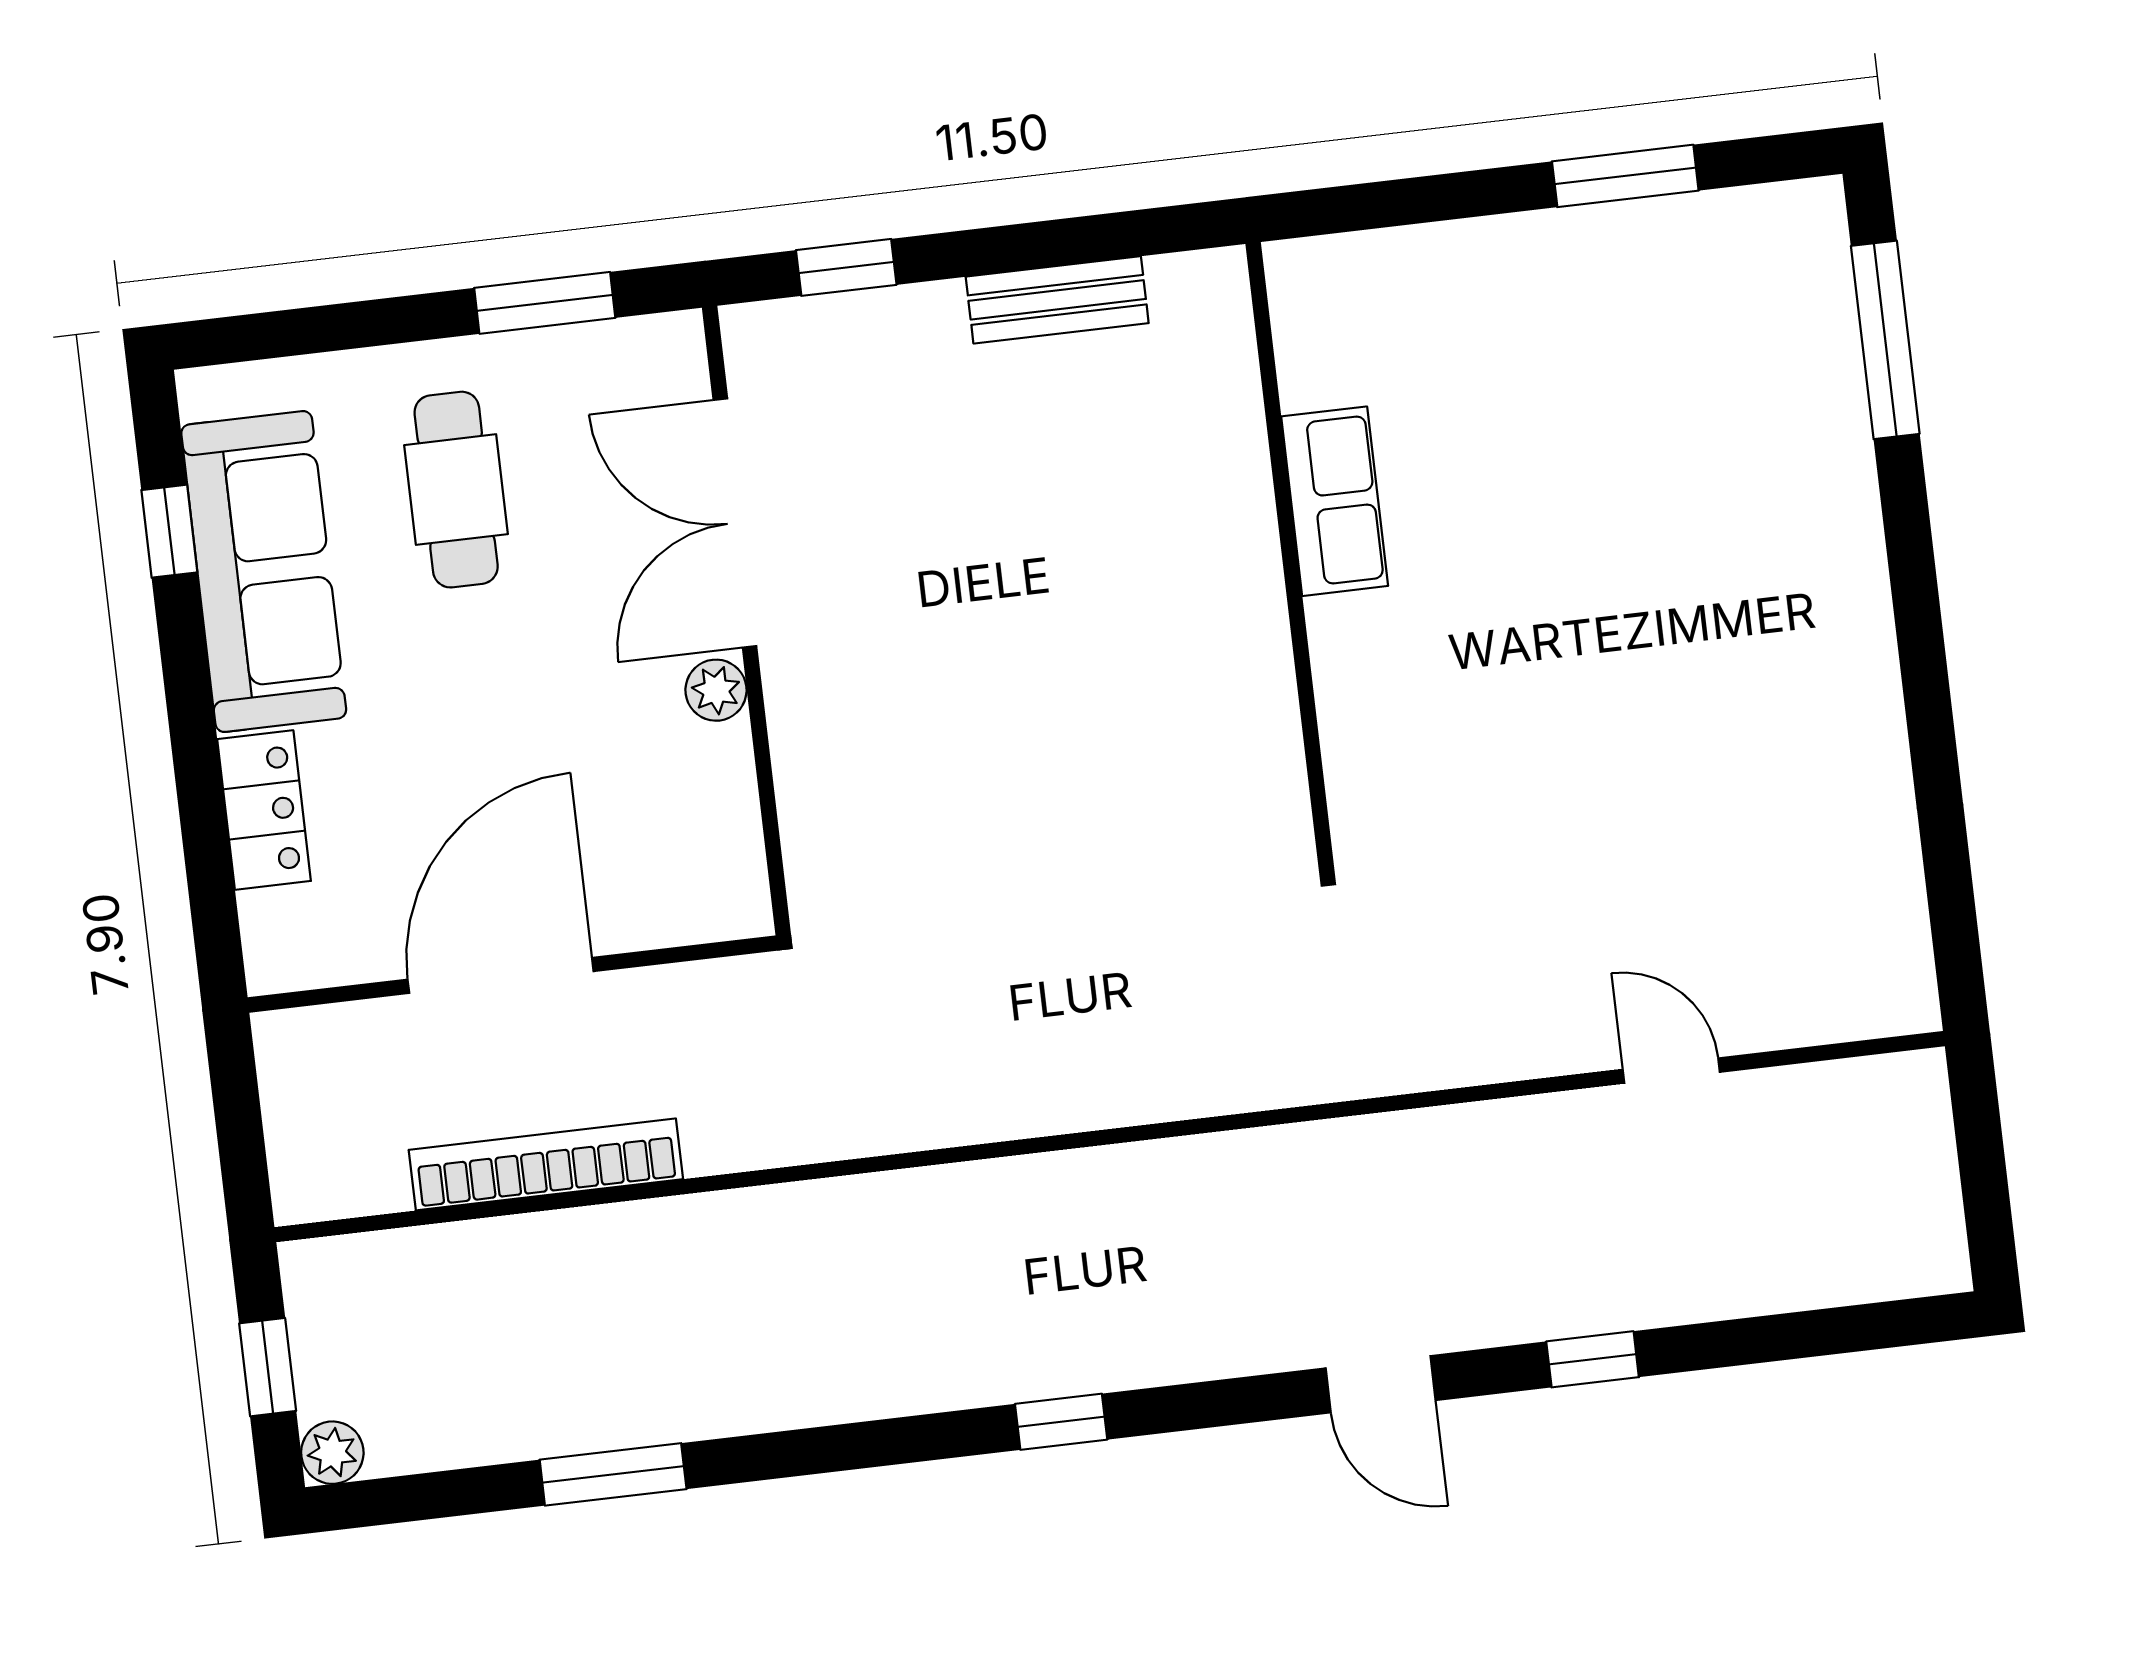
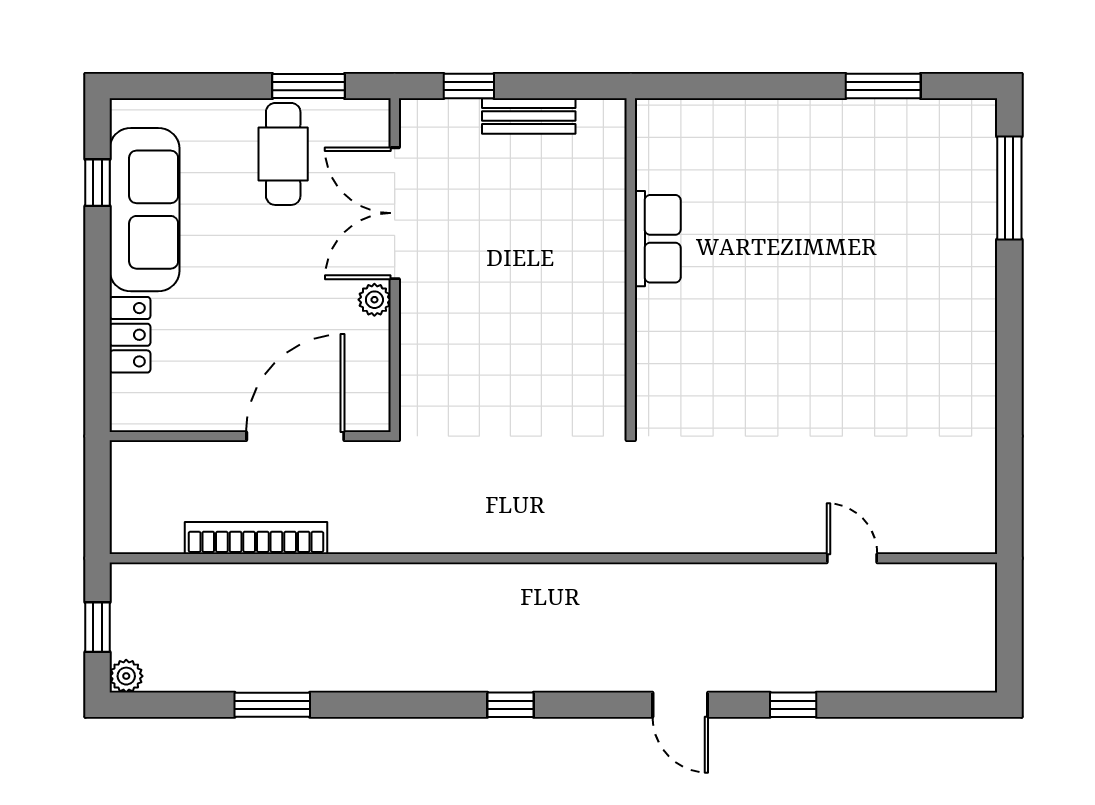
bench: (1057, 300) -> (529, 116), moved
cafe table: (456, 490) -> (283, 154), moved
row of seats: (1335, 501) -> (658, 239), moved
wall: (1290, 557) -> (631, 265), moved
door: (501, 975) -> (295, 436), moved

